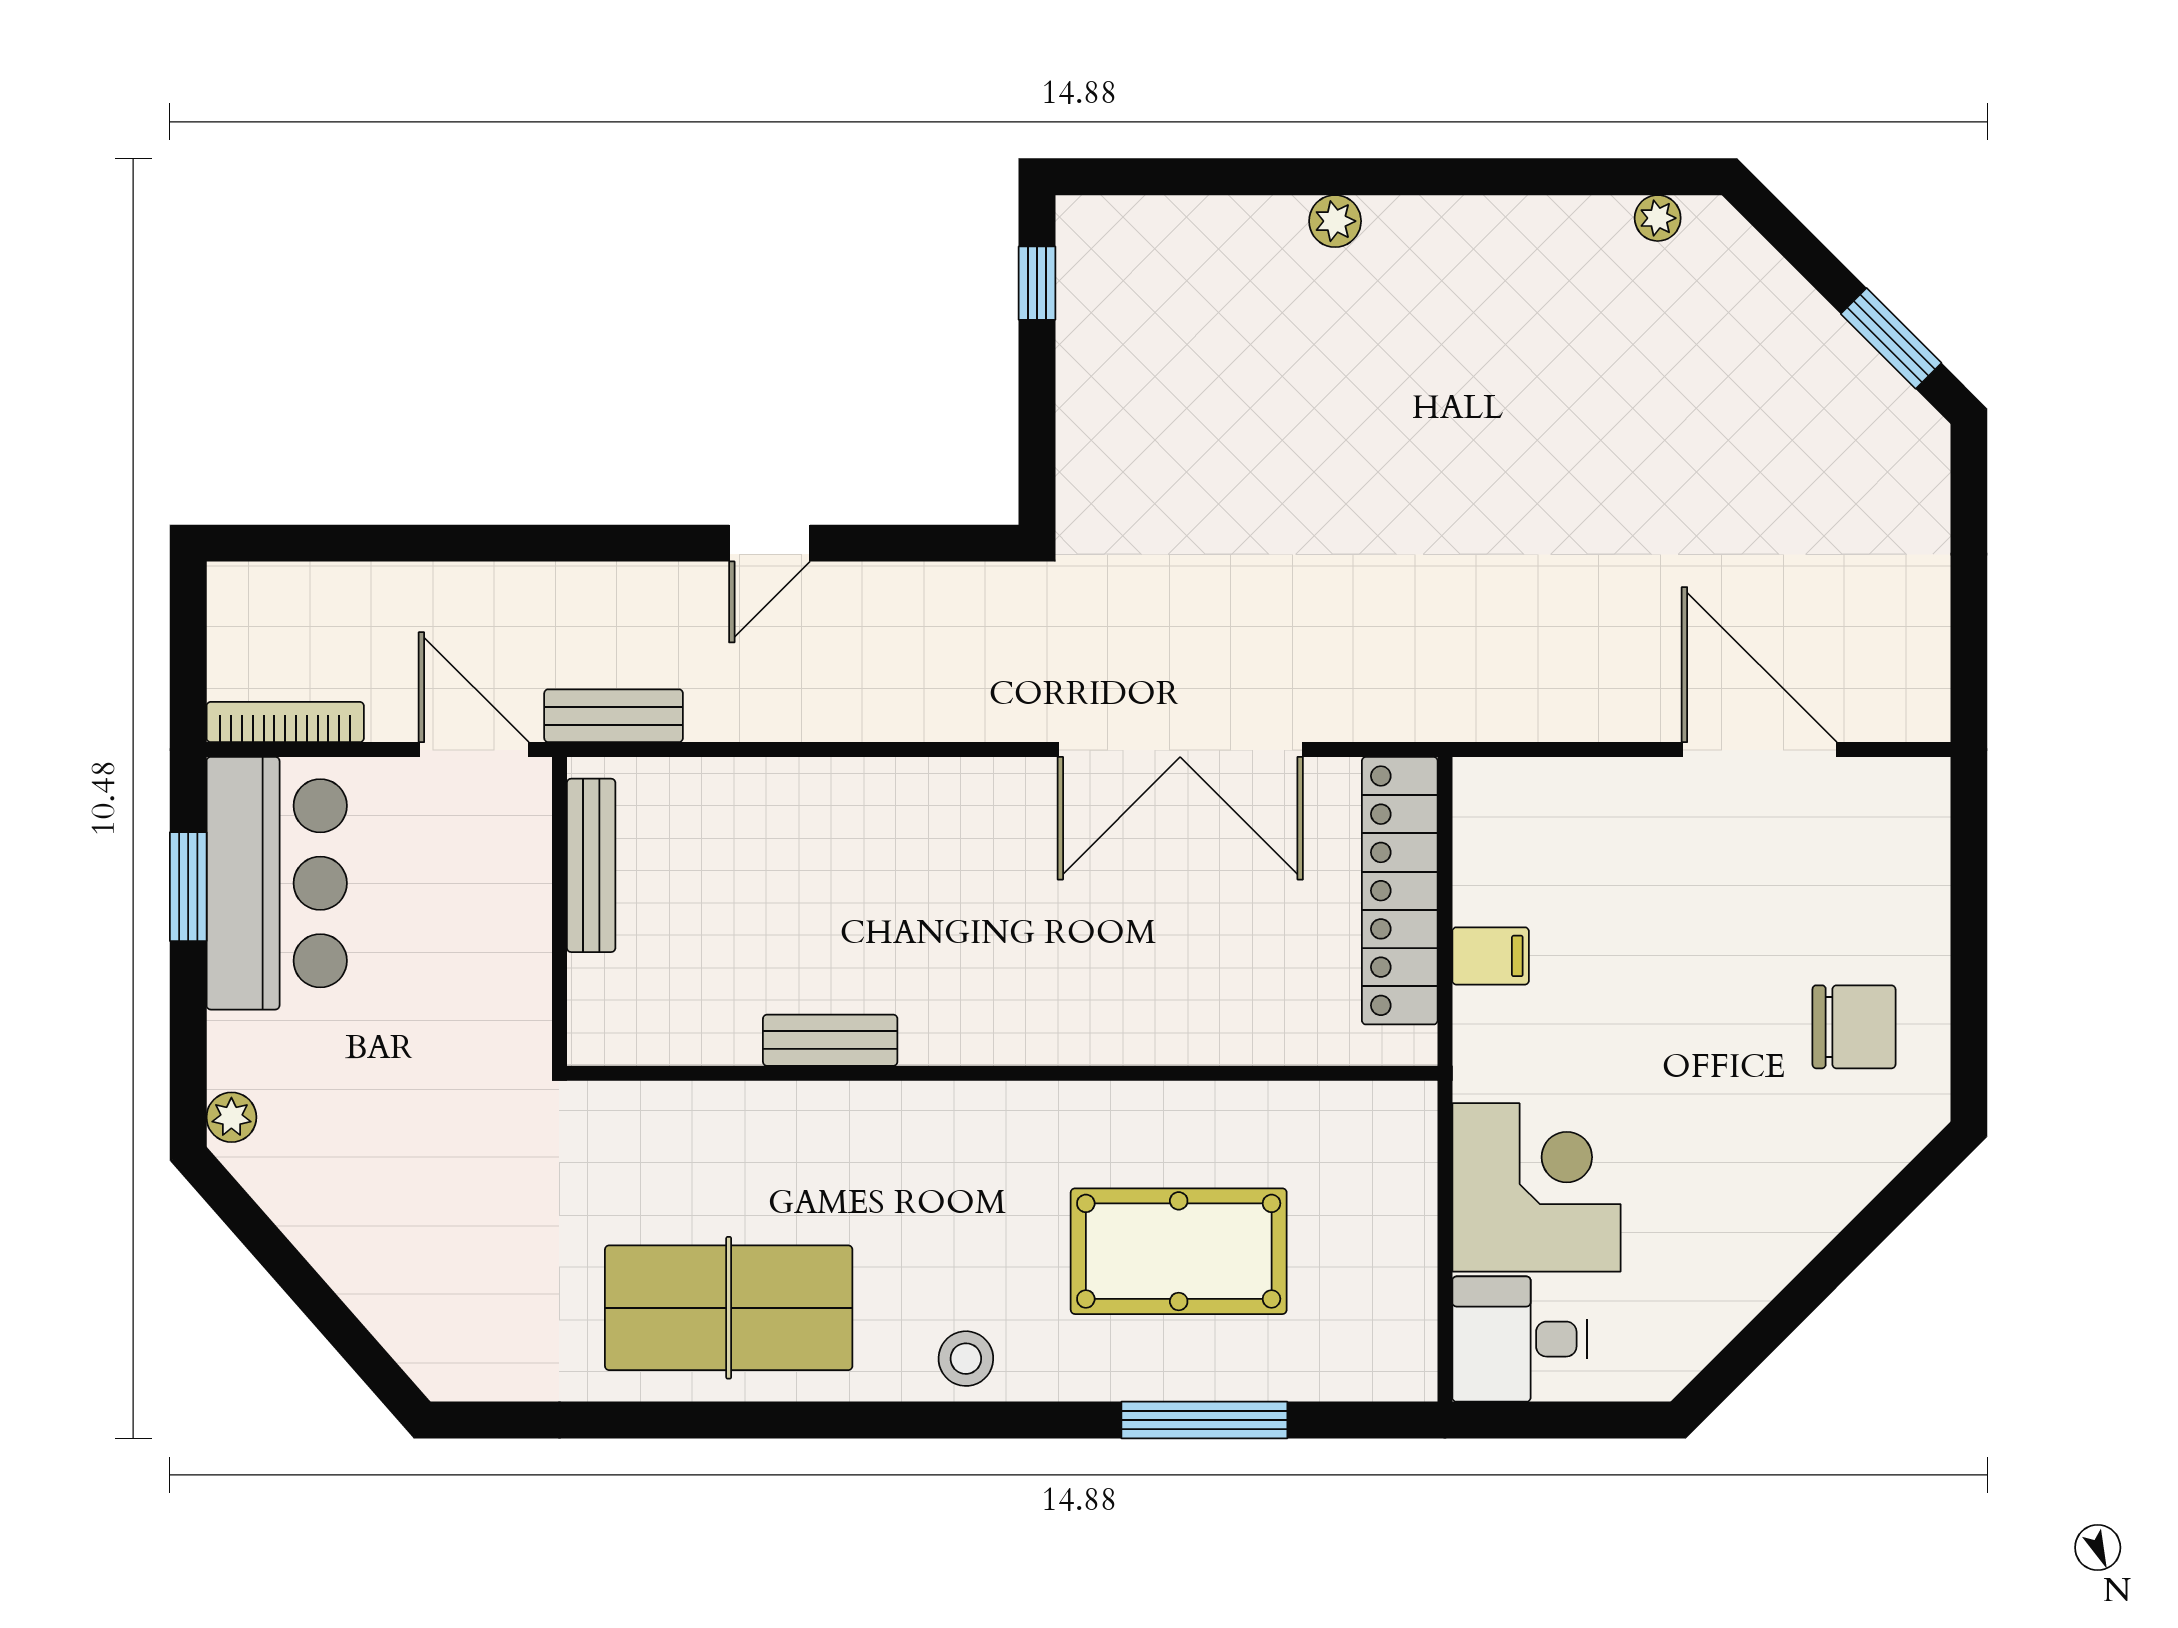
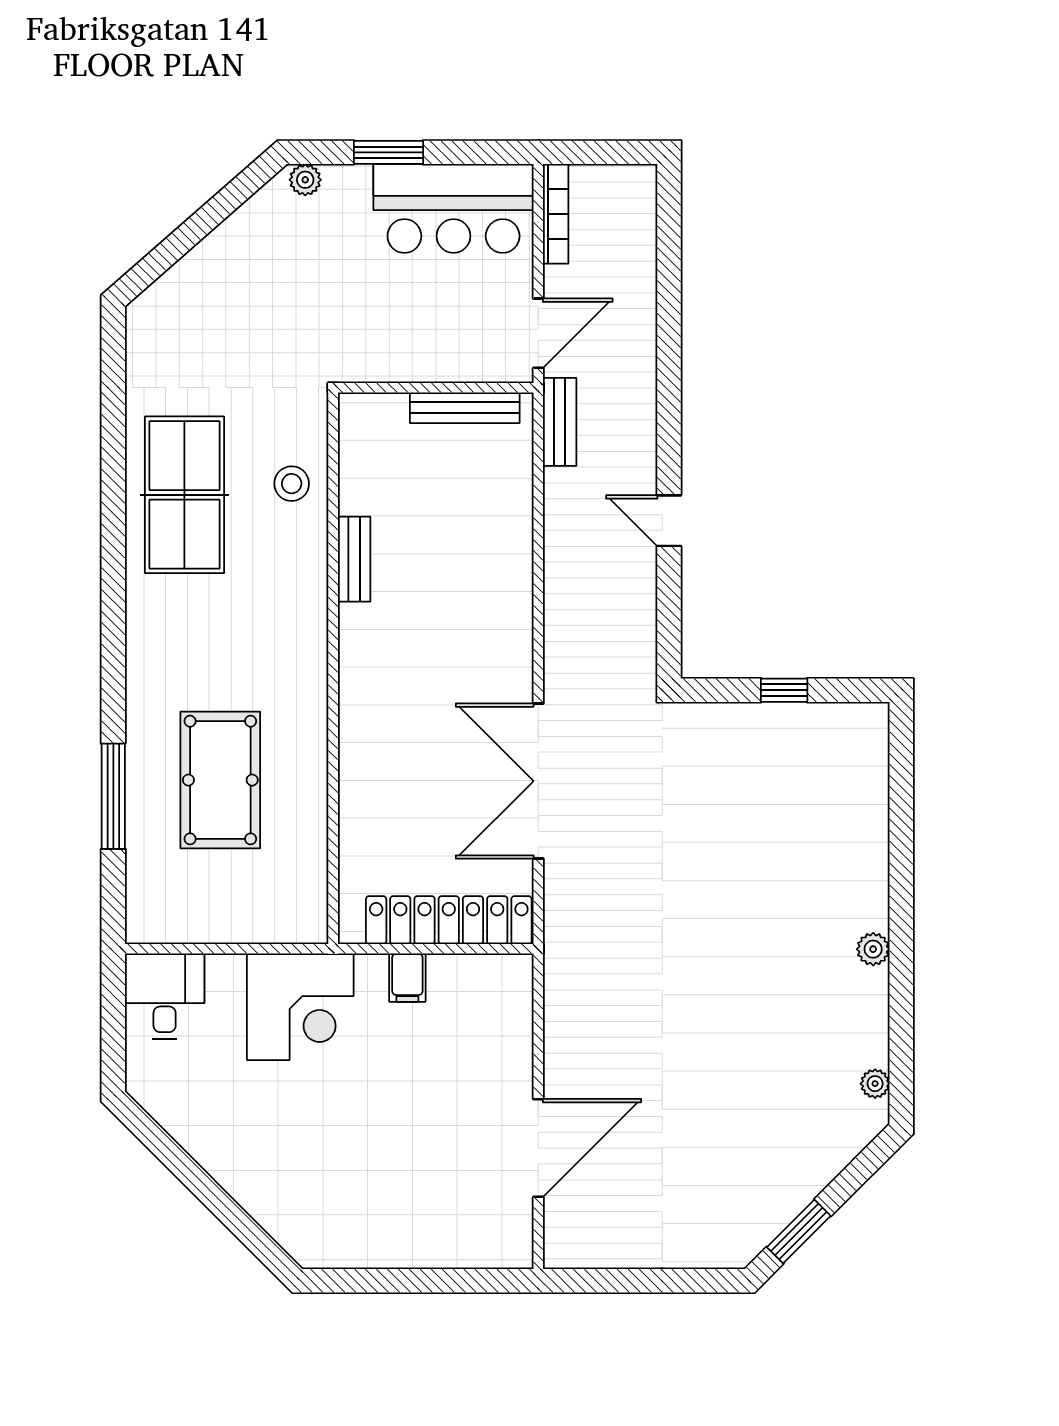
plant: (1335, 221) -> (873, 949), moved
window: (1037, 283) -> (784, 690), moved
window: (188, 887) -> (388, 152), moved
chair: (1854, 1027) -> (362, 1208), removed
corner desk: (1536, 1187) -> (300, 1007), moved
stool: (966, 1359) -> (292, 484), moved

